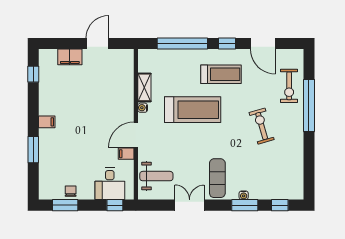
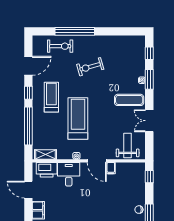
printer: (124, 68) -> (47, 170), added
shelving: (144, 87) -> (45, 154), moved
desk: (110, 184) -> (69, 174), moved, turned -90

